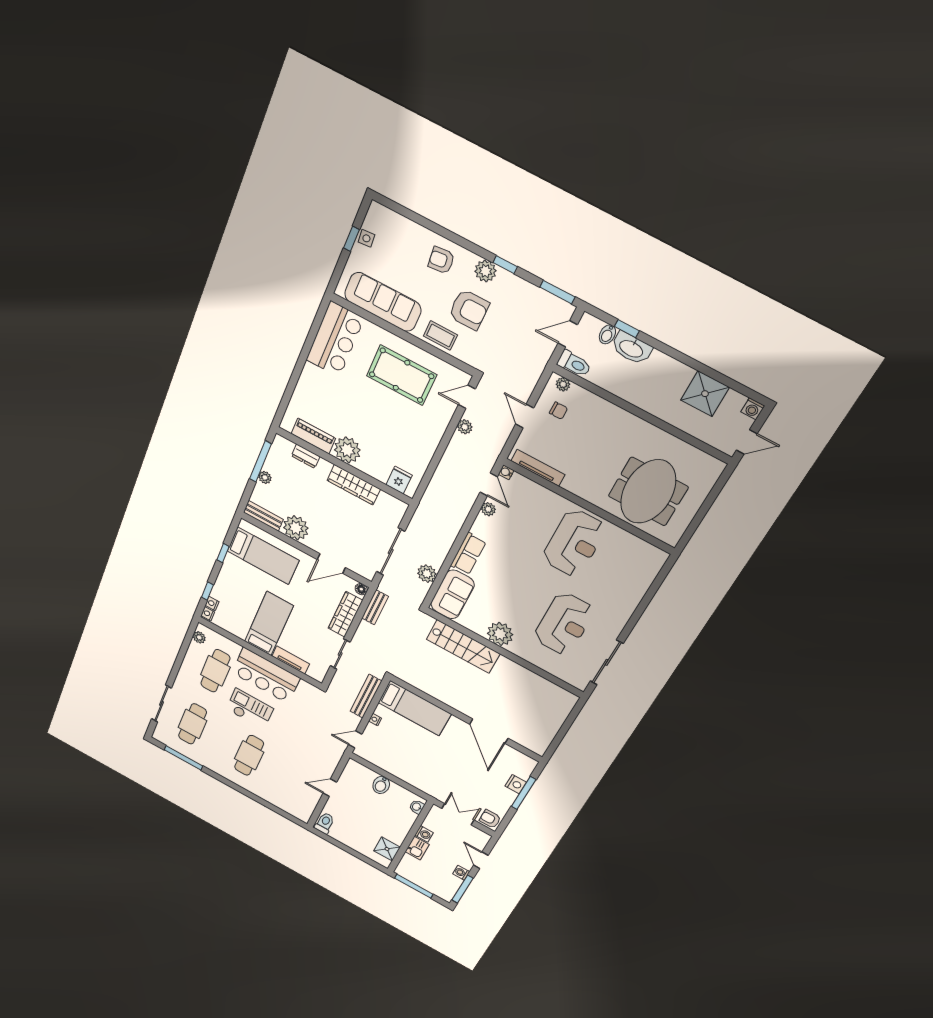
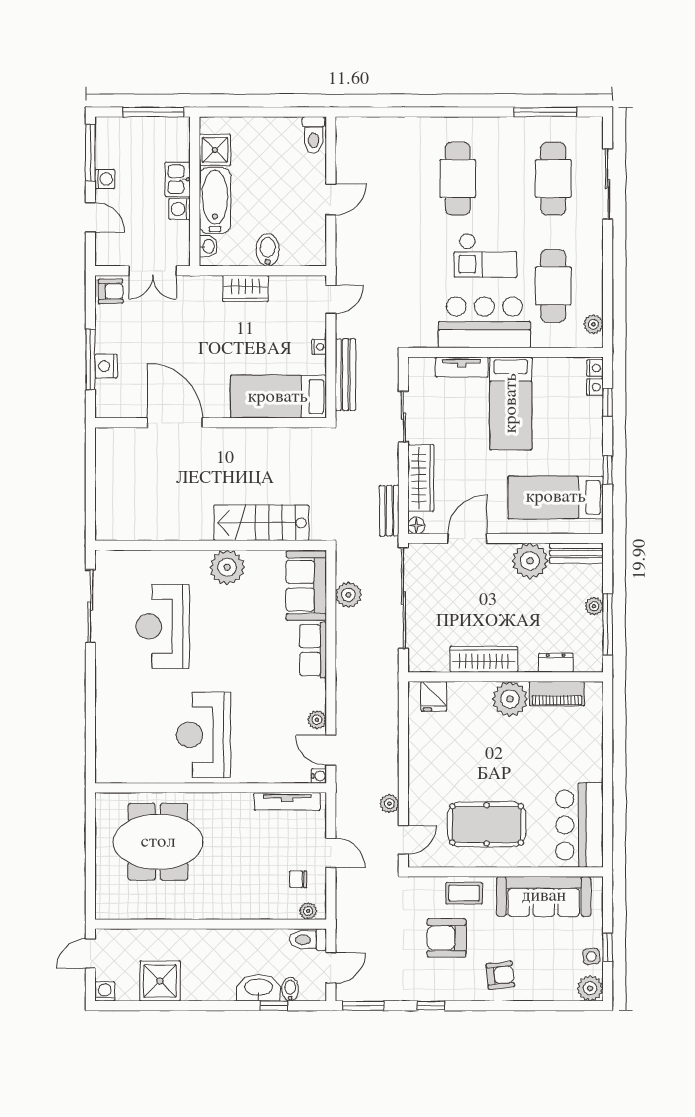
plant: (485, 271) -> (590, 988), moved
meeting table: (648, 492) -> (158, 842), turned 90
sliding door: (391, 552) -> (403, 598), width x1.36
wardrobe: (405, 774) -> (245, 289), added
bathtub: (400, 826) -> (215, 200), added

